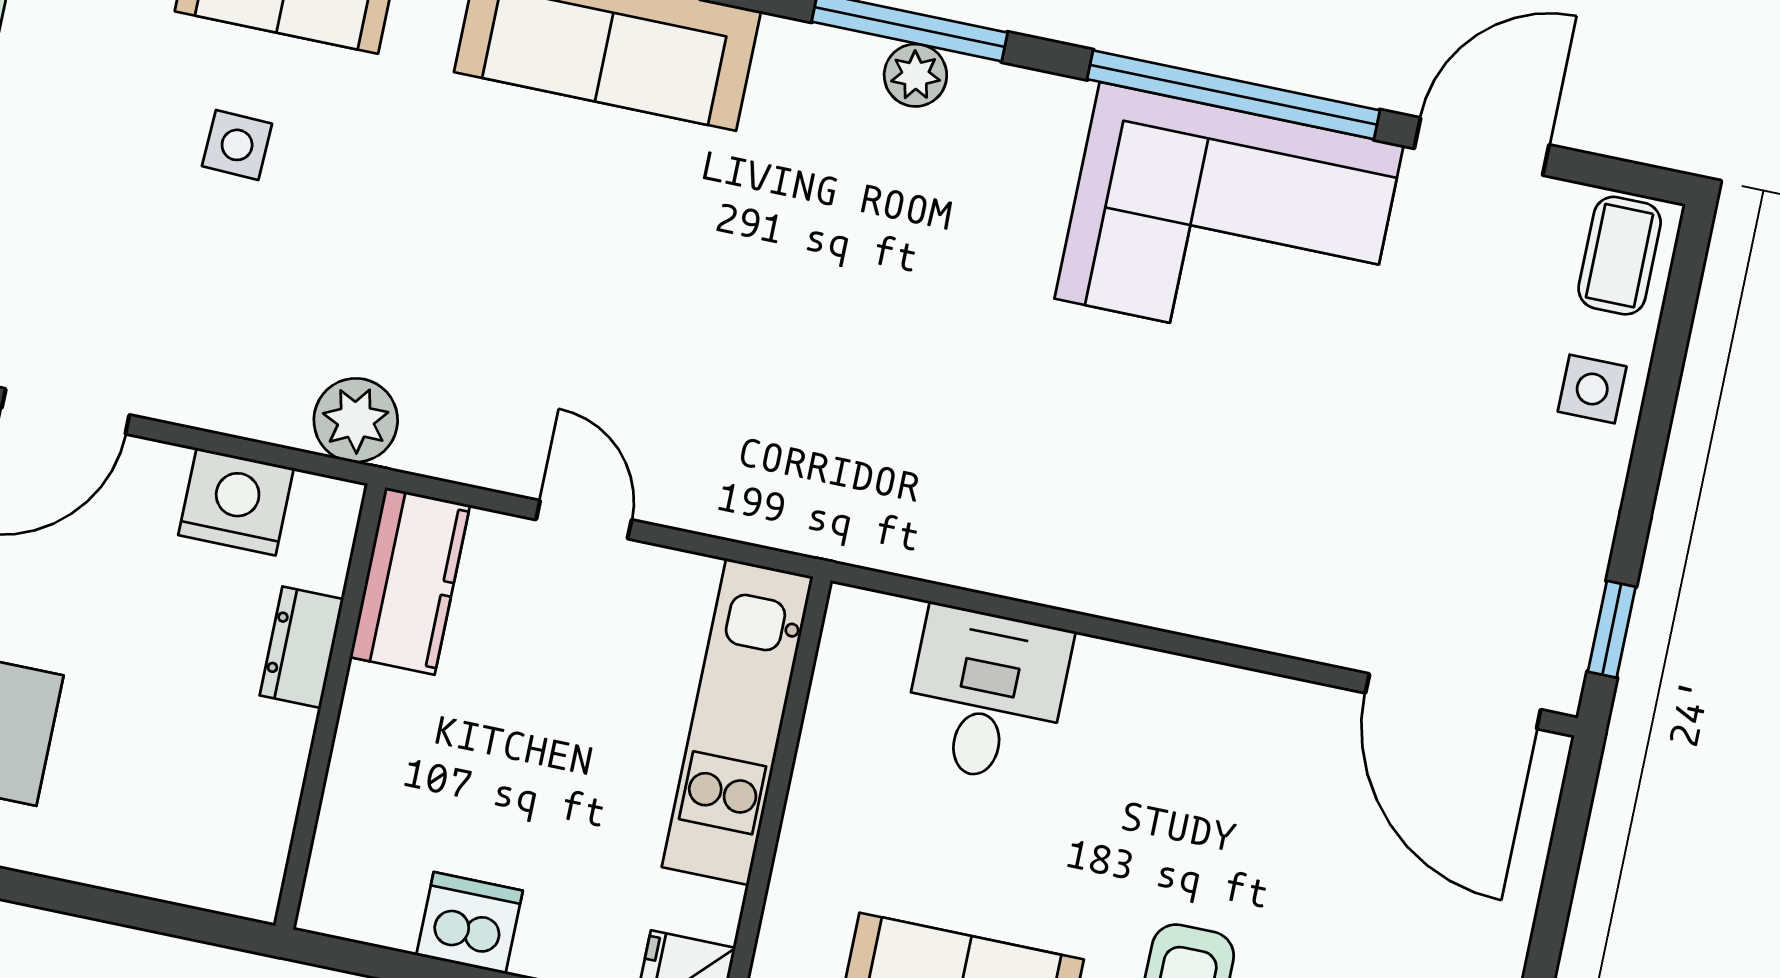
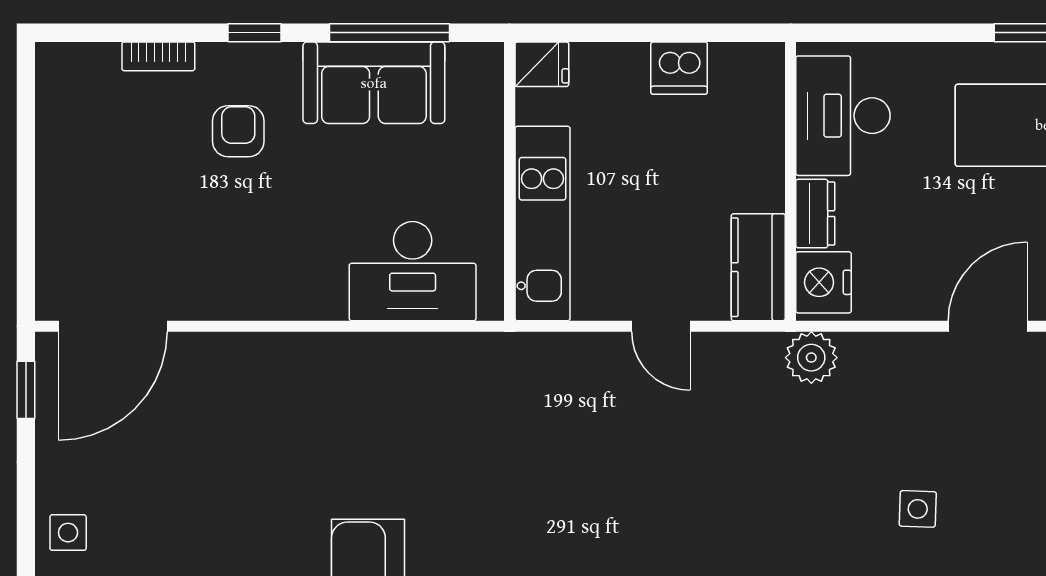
nightstand: (236, 502) -> (823, 282), moved, turned 90
desk: (986, 695) -> (413, 271), width x1.37
door: (1453, 701) -> (113, 326), swing flipped
desk: (225, 793) -> (843, 116), added

